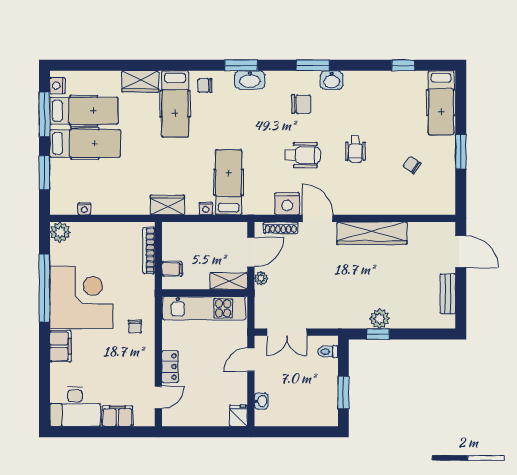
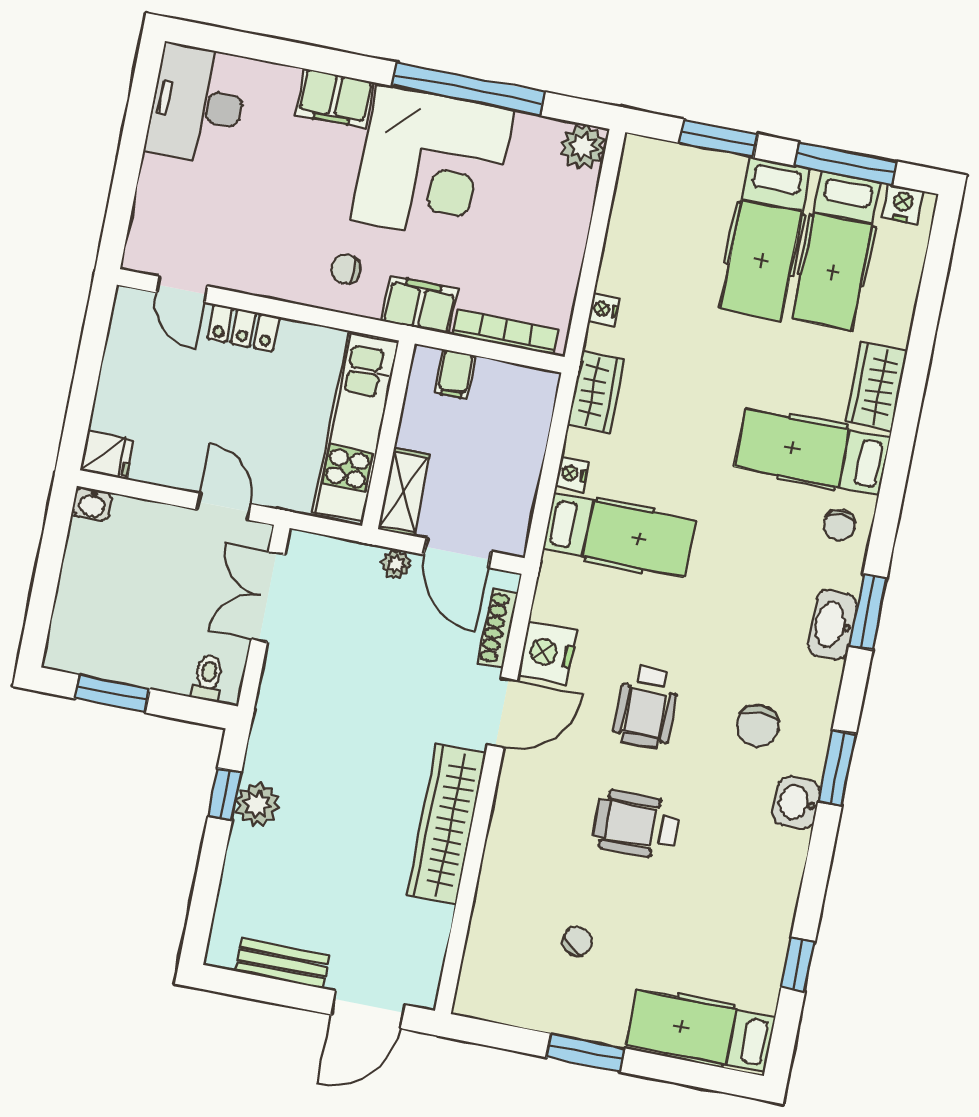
chair: (205, 86) -> (839, 525), turned 180
wheelchair: (355, 149) -> (637, 825), width x1.36, depth x1.37
nightstand: (84, 209) -> (604, 309), moved
washbasin: (261, 401) -> (92, 504), moved
filing cabinet: (117, 416) -> (420, 305), moved, turned -90

